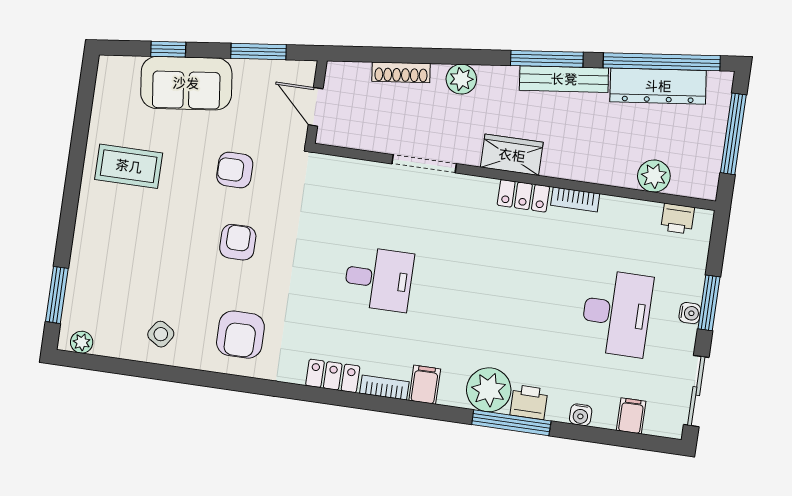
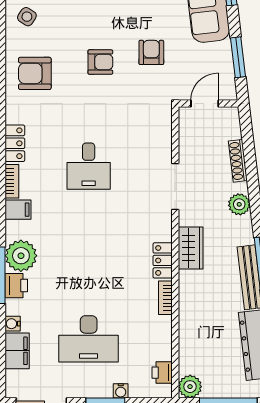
plant: (654, 176) -> (190, 387), moved
water cooler: (690, 313) -> (121, 391), moved
filing cabinet: (631, 416) -> (17, 351), width x2.00

